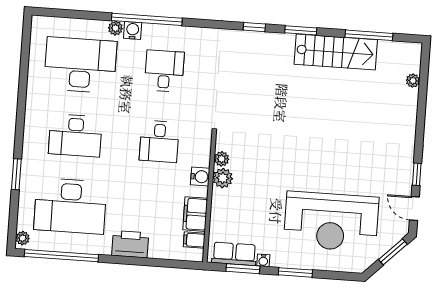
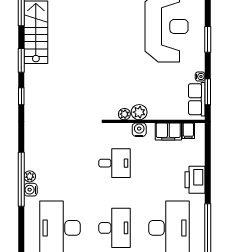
plant: (115, 28) -> (30, 176), moved
desk: (164, 71) -> (60, 163), removed
window: (295, 272) -> (208, 39), moved

